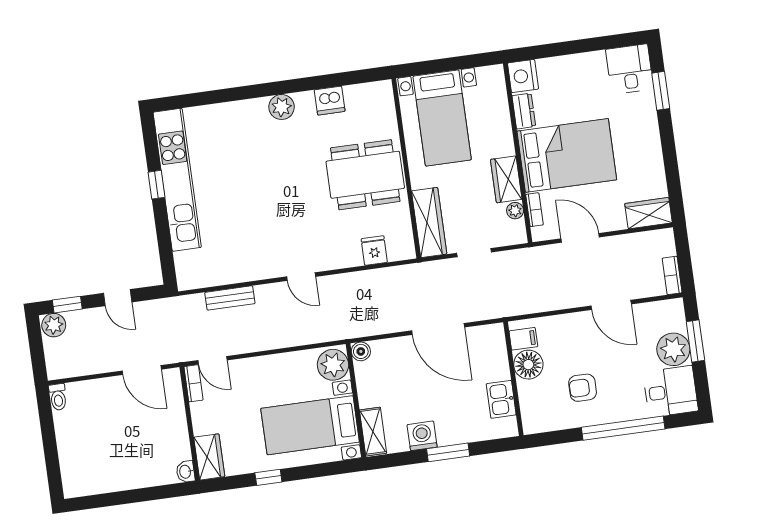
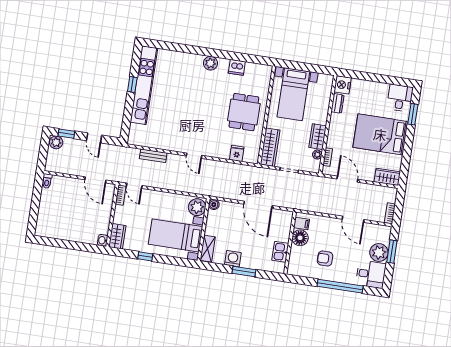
bed: (567, 155) -> (380, 134), moved, turned 180
dining table: (365, 175) -> (244, 112), width x0.73

